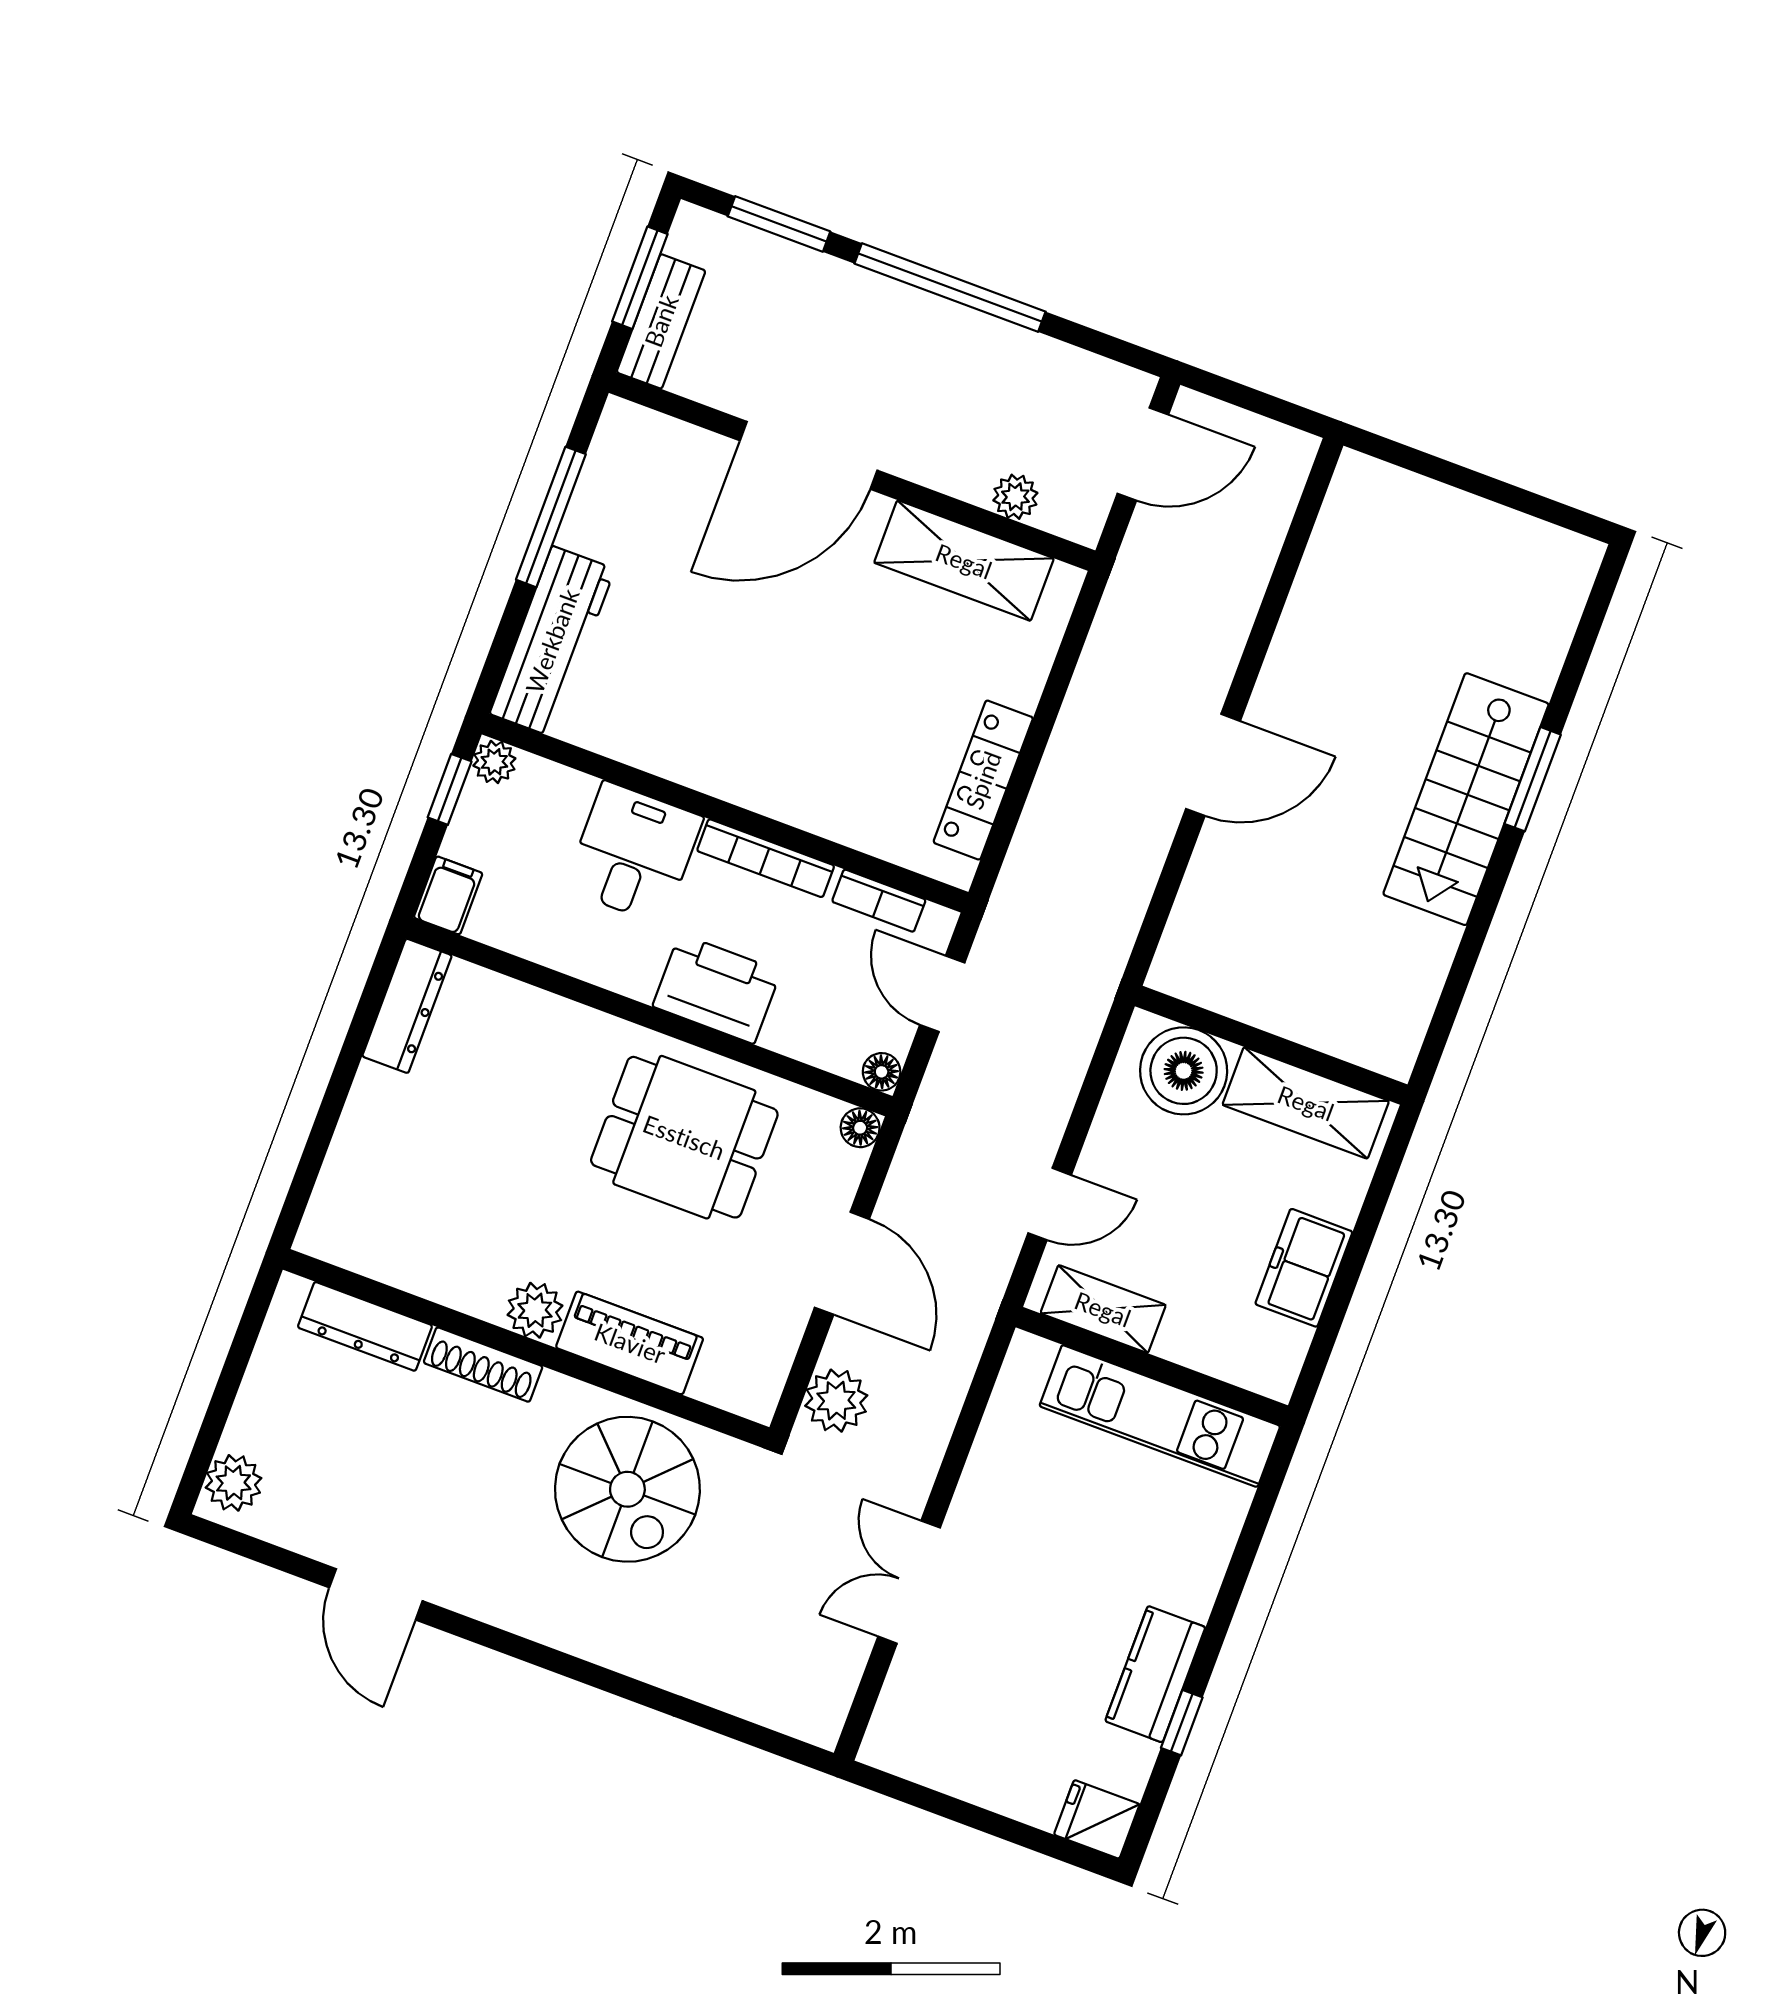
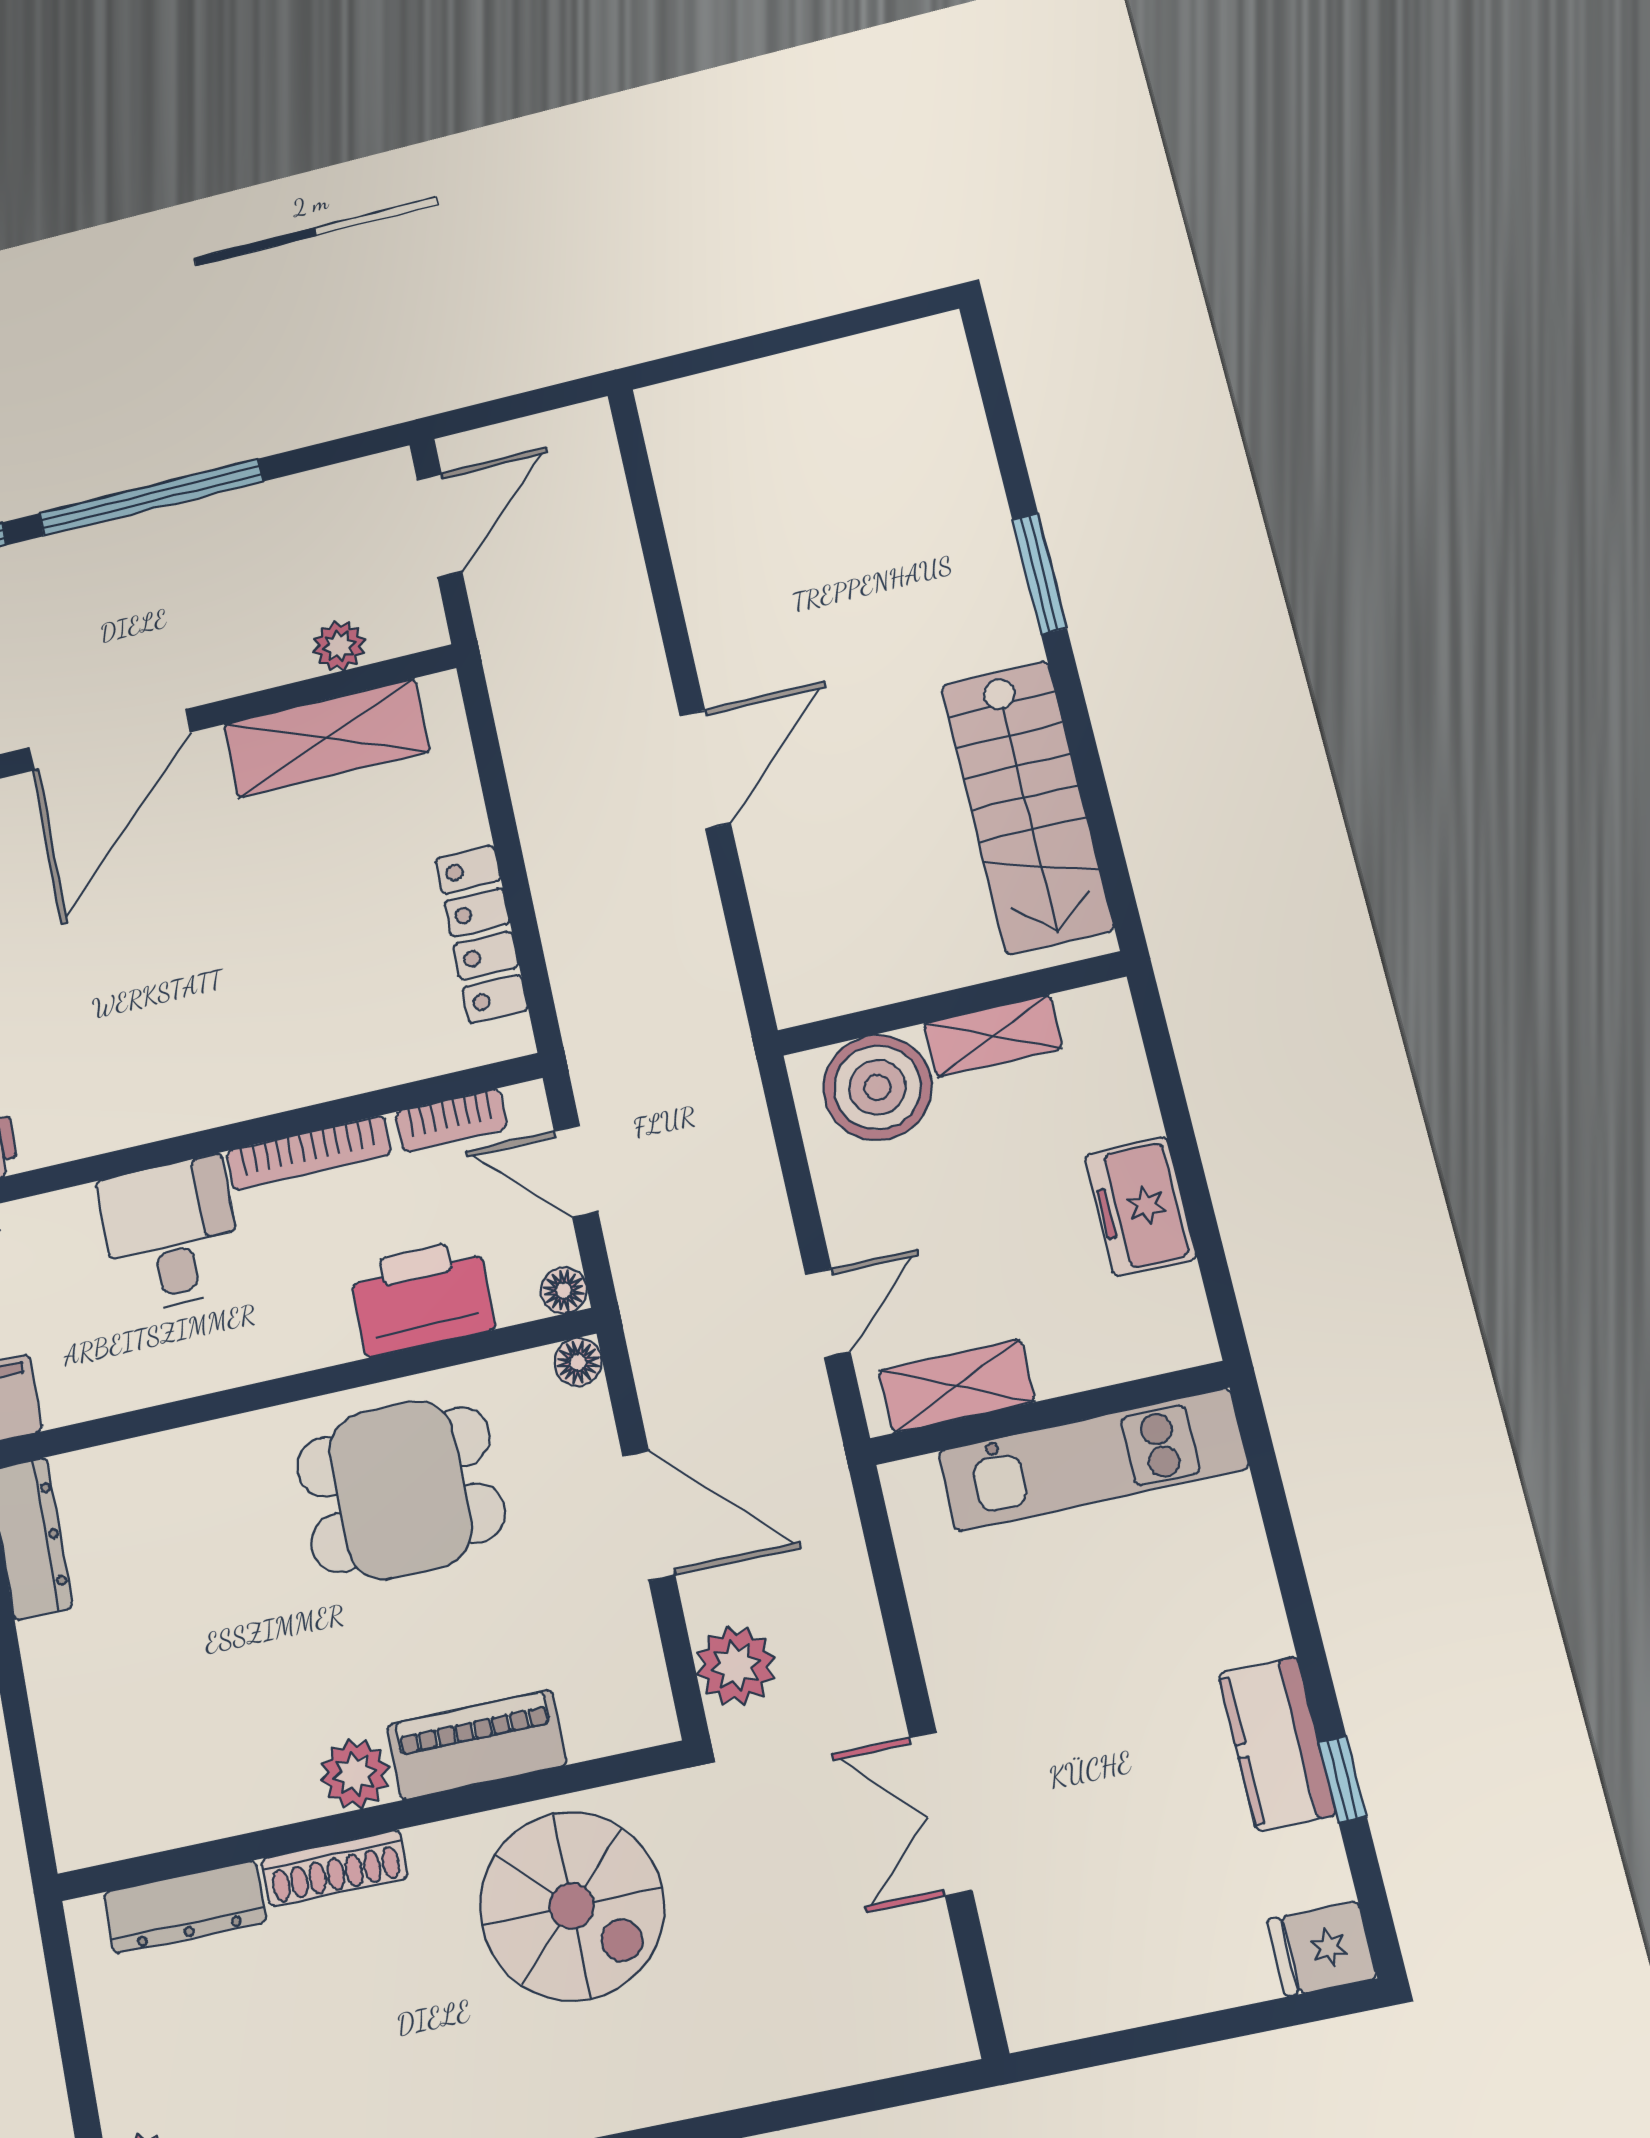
stairs: (1466, 799) -> (1027, 807), moved
printer: (717, 989) -> (422, 1297), moved
shelving: (1306, 1103) -> (993, 1036), width x0.67, depth x0.75

